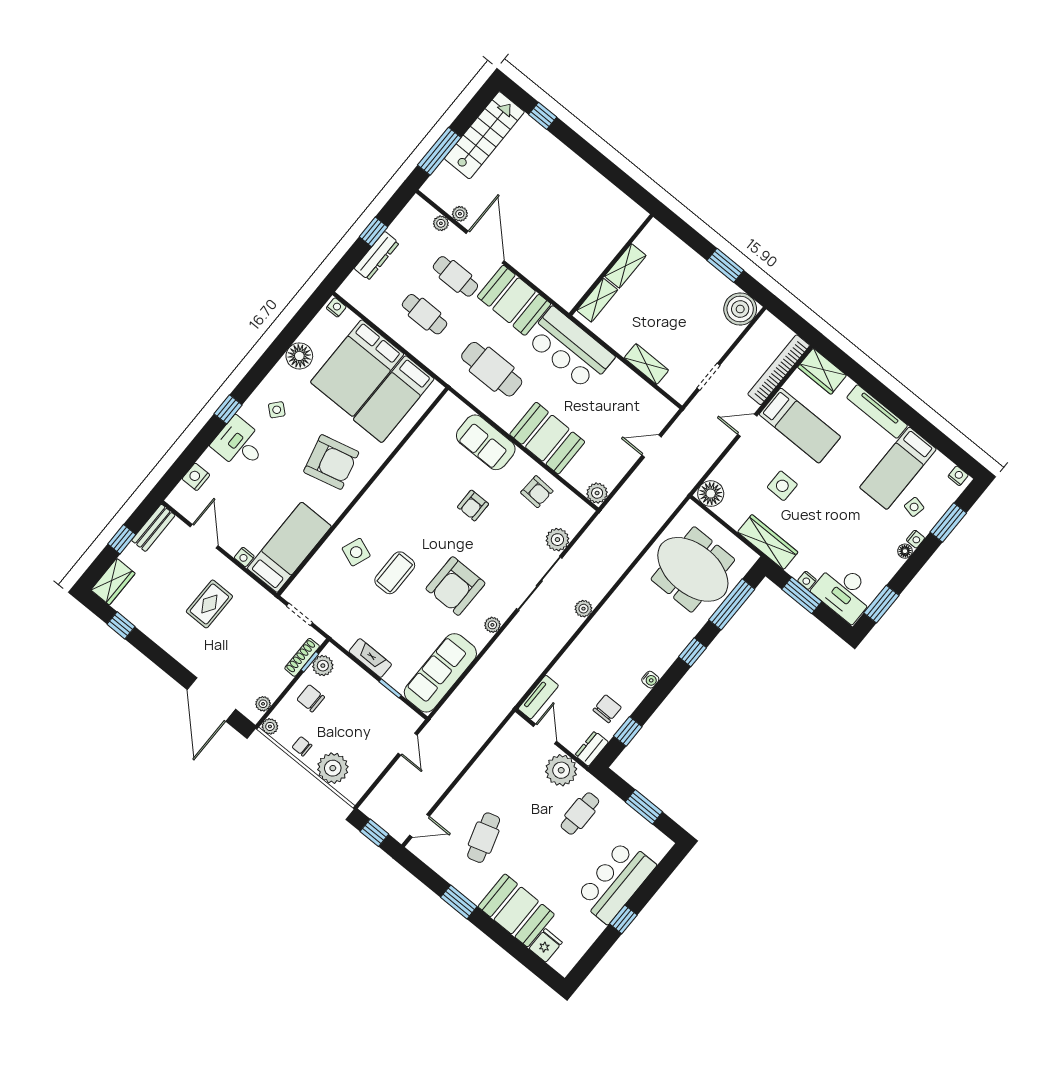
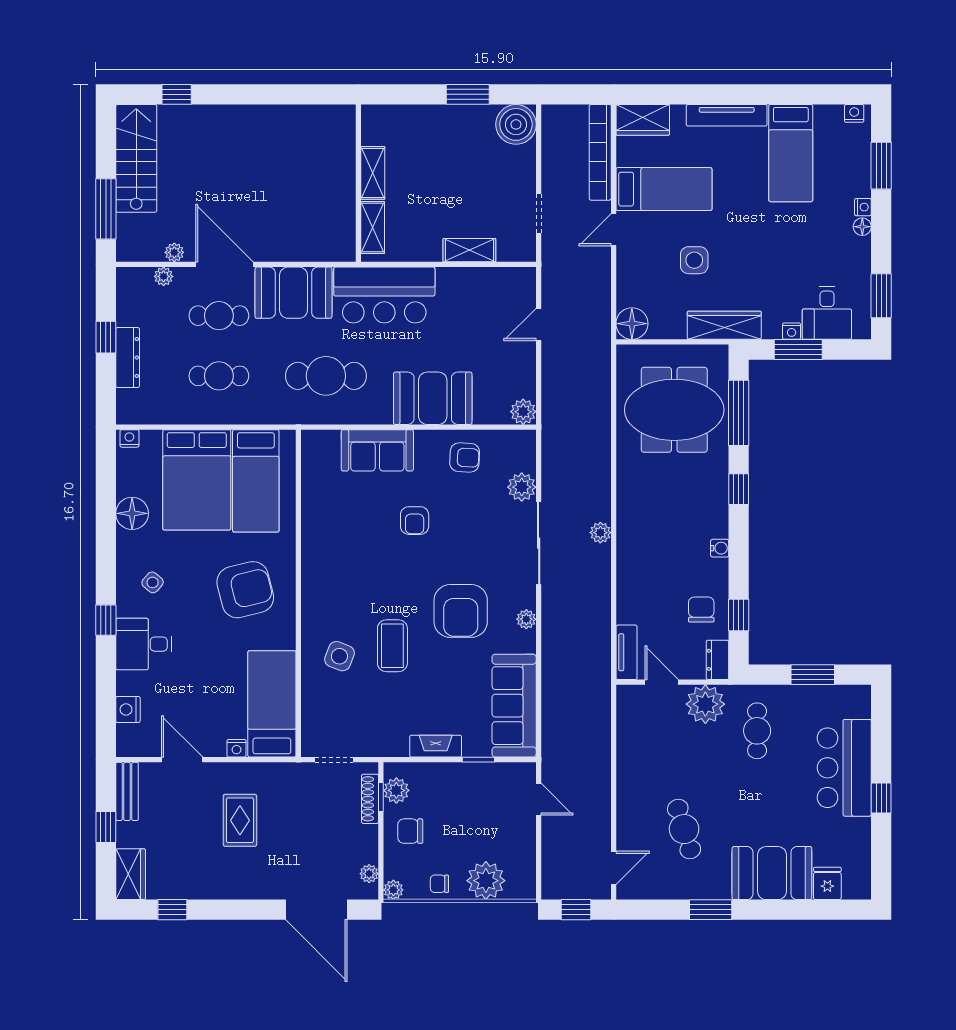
side table: (914, 507) -> (836, 177), removed
desk: (844, 592) -> (827, 313), width x0.73

